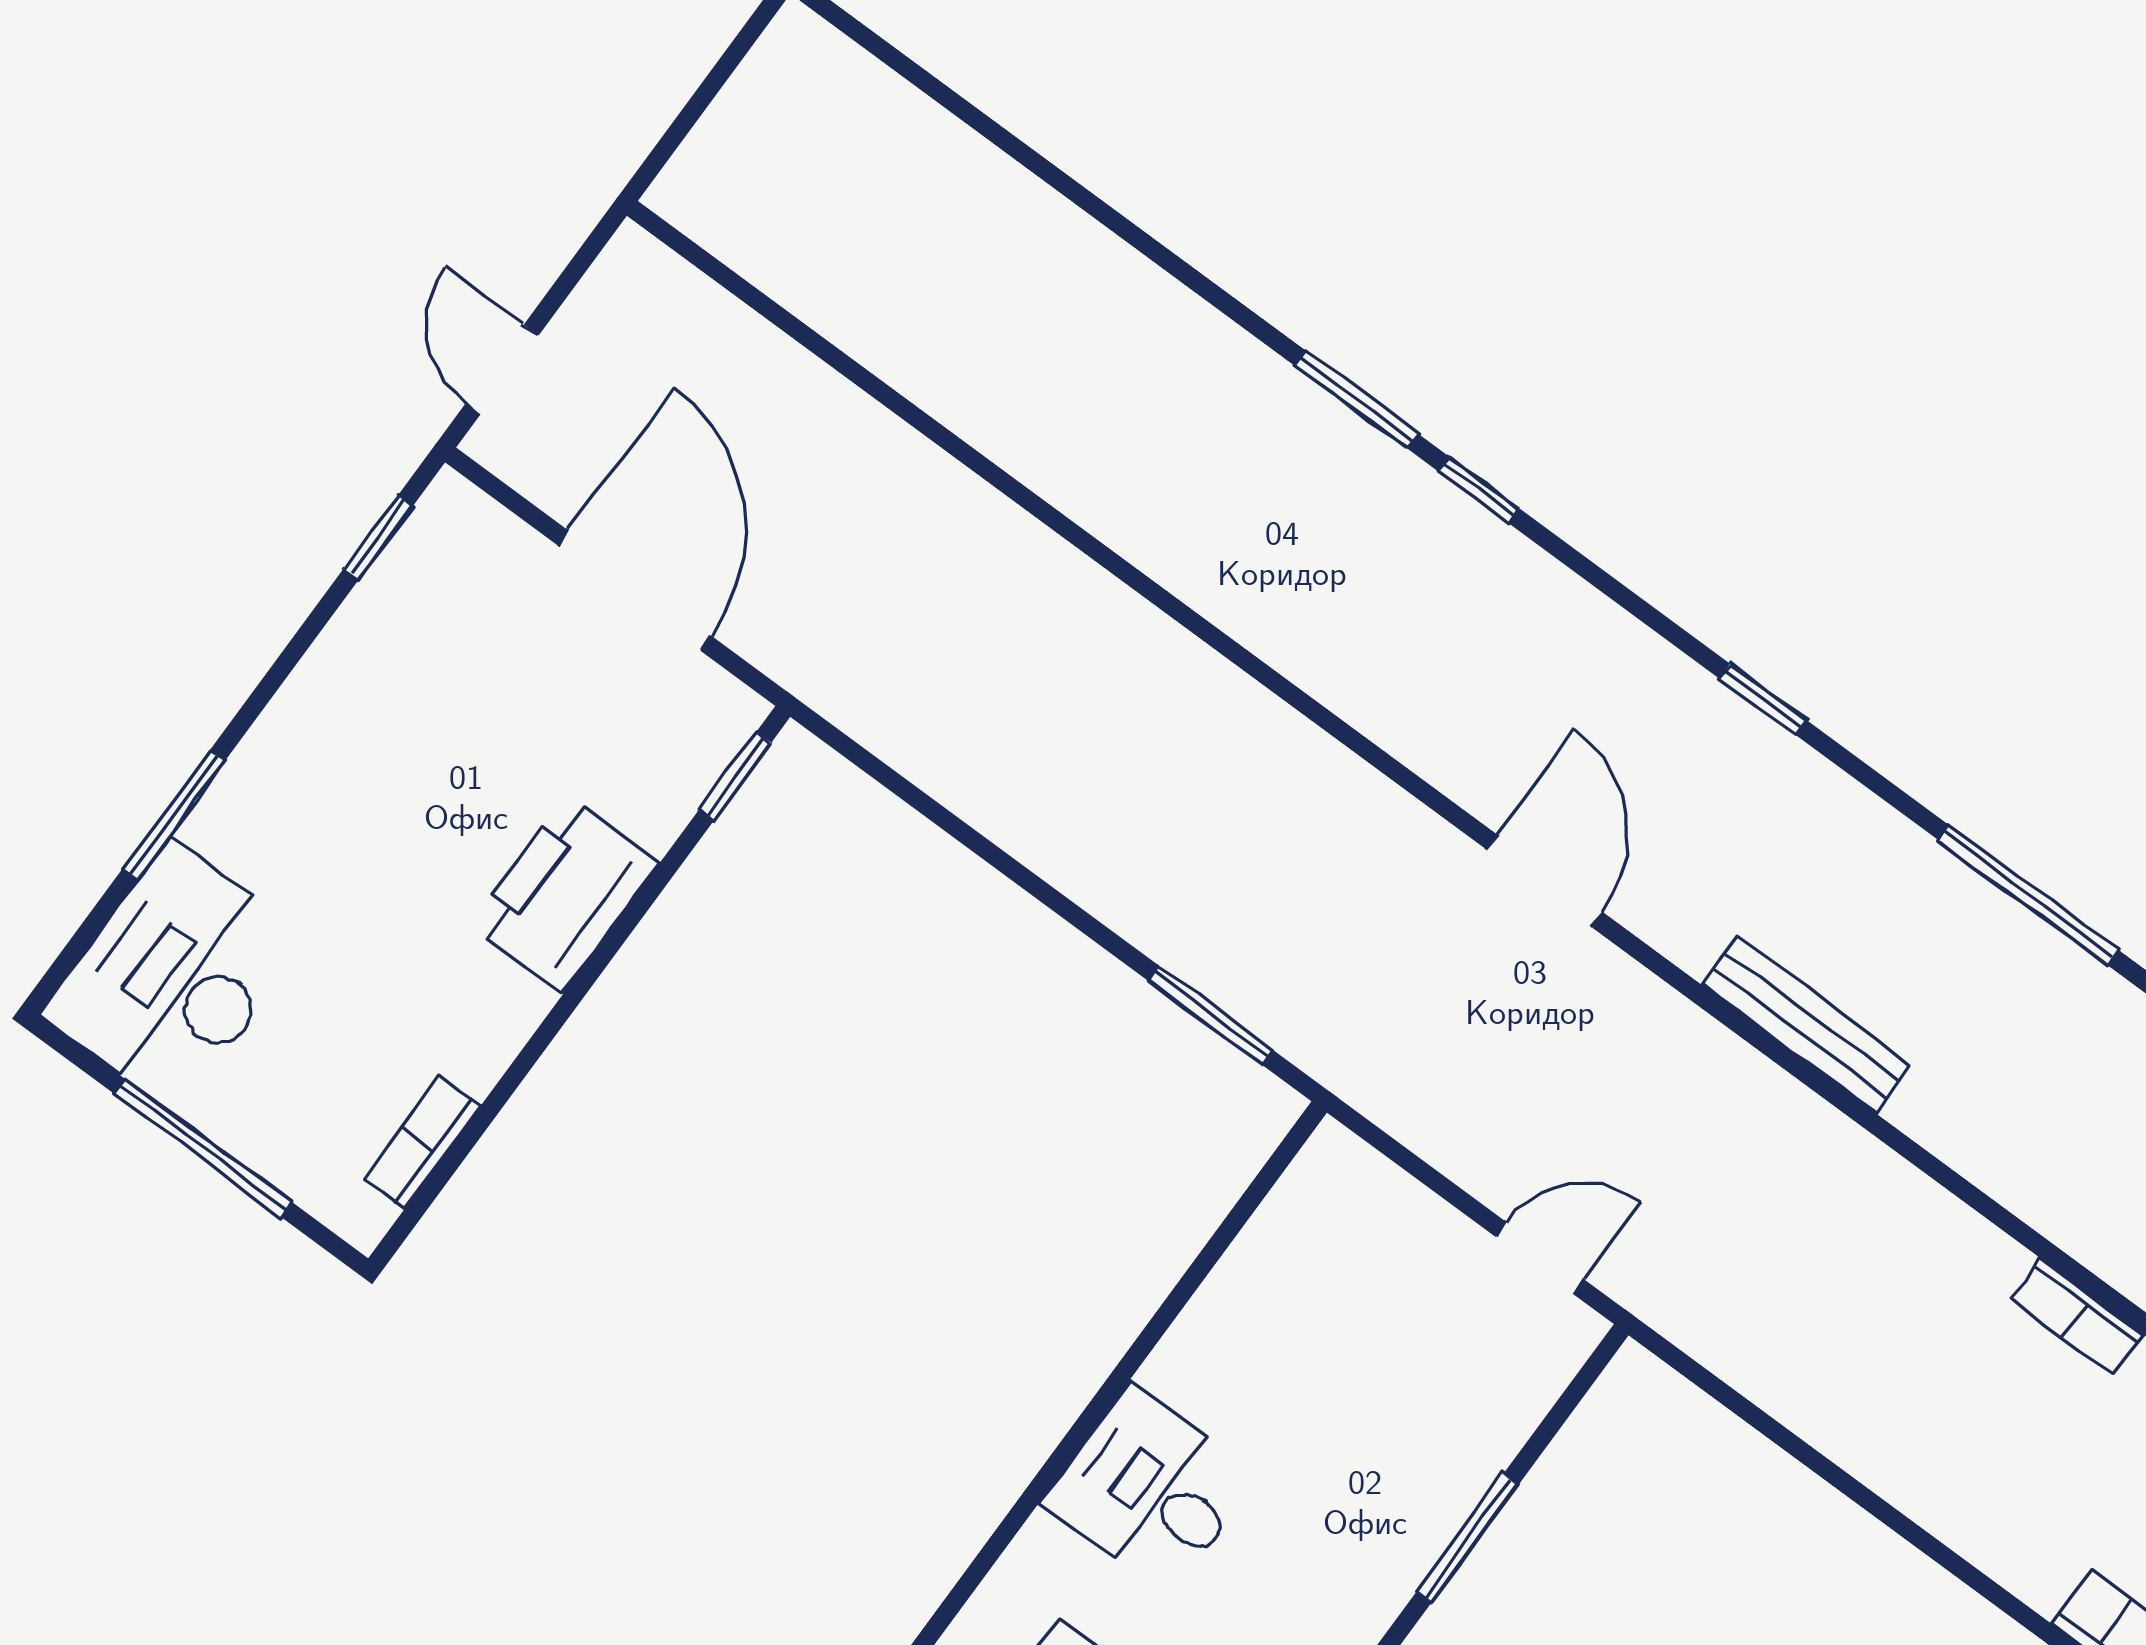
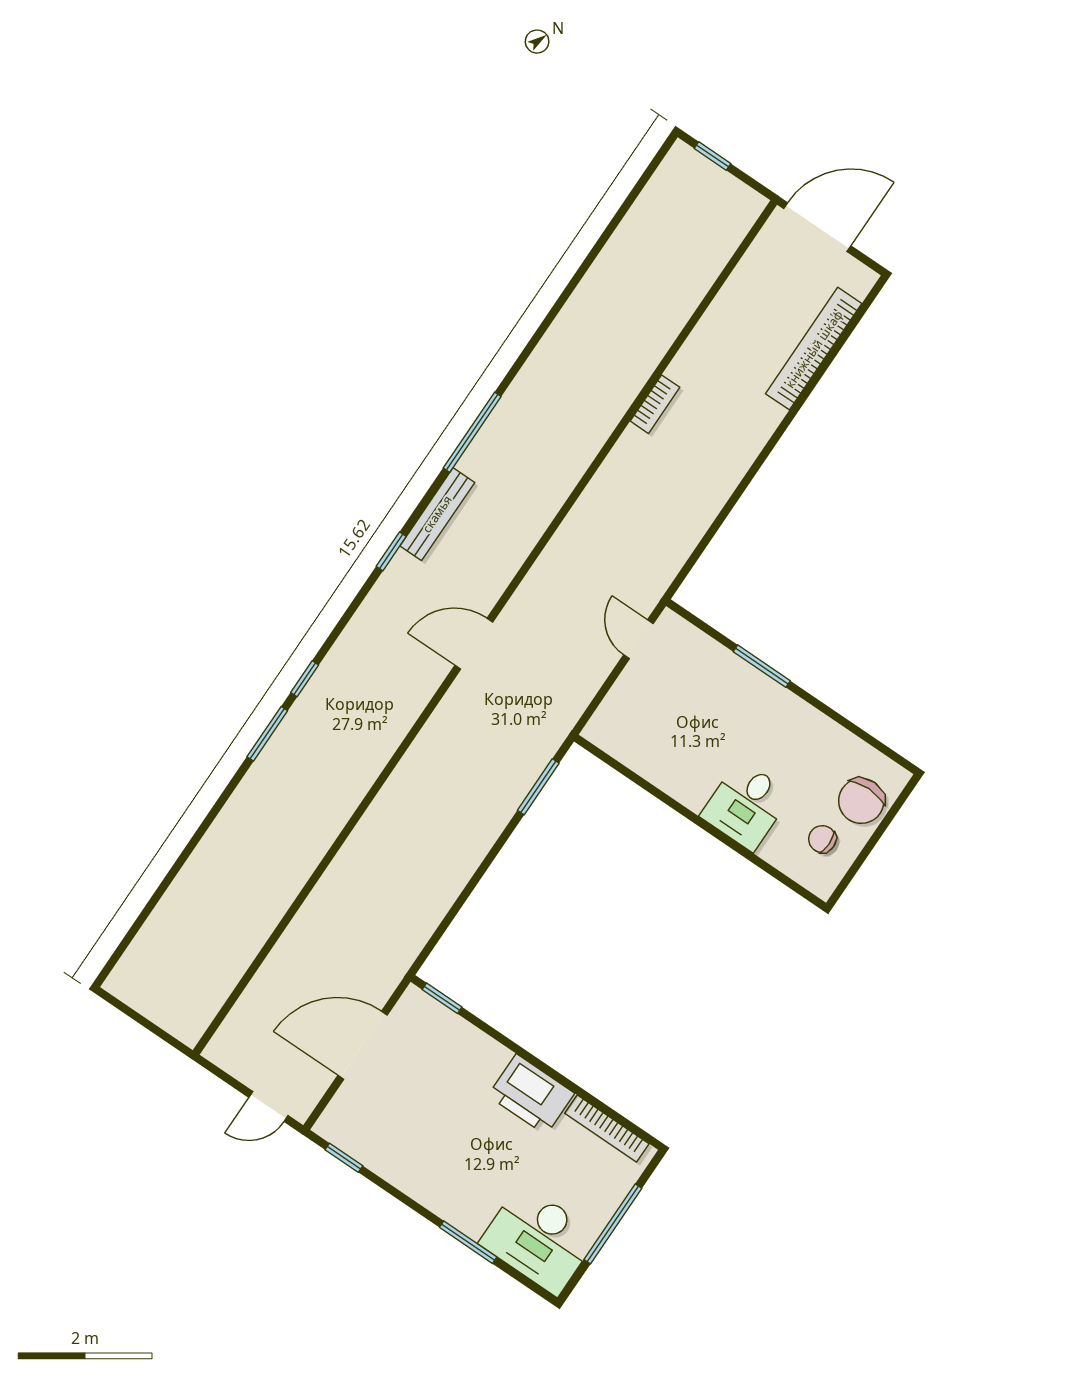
printer: (564, 894) -> (531, 1094), moved
bench: (1806, 1025) -> (437, 514), moved
bookcase: (422, 1142) -> (607, 1129), width x1.56

